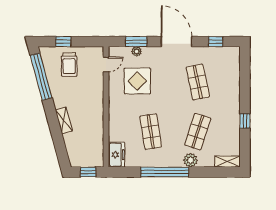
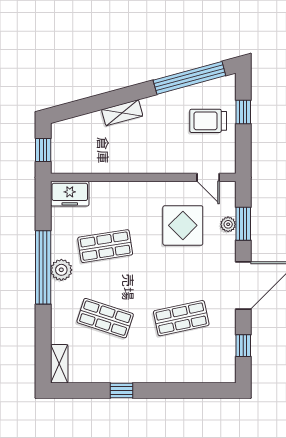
plant: (190, 160) -> (61, 270), moved

